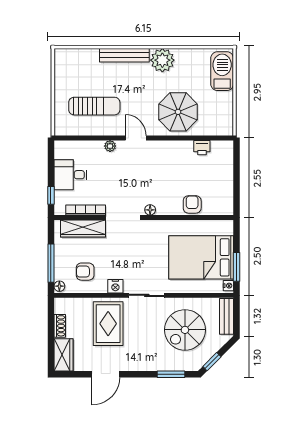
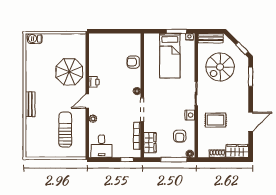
bench: (124, 55) -> (30, 104), width x0.73
plant: (162, 60) -> (34, 83), removed
barbecue: (222, 71) -> (35, 39), width x0.53, depth x0.65
printer: (202, 148) -> (94, 82), moved
desk: (70, 175) -> (102, 146), moved
wardrobe: (83, 228) -> (150, 143), width x0.67
bed: (201, 257) -> (170, 56), width x0.67
rug: (108, 324) -> (216, 120), width x0.73, depth x0.70
spiral stairs: (185, 330) -> (220, 67), turned 90
door: (106, 374) -> (251, 122), hinge flipped

